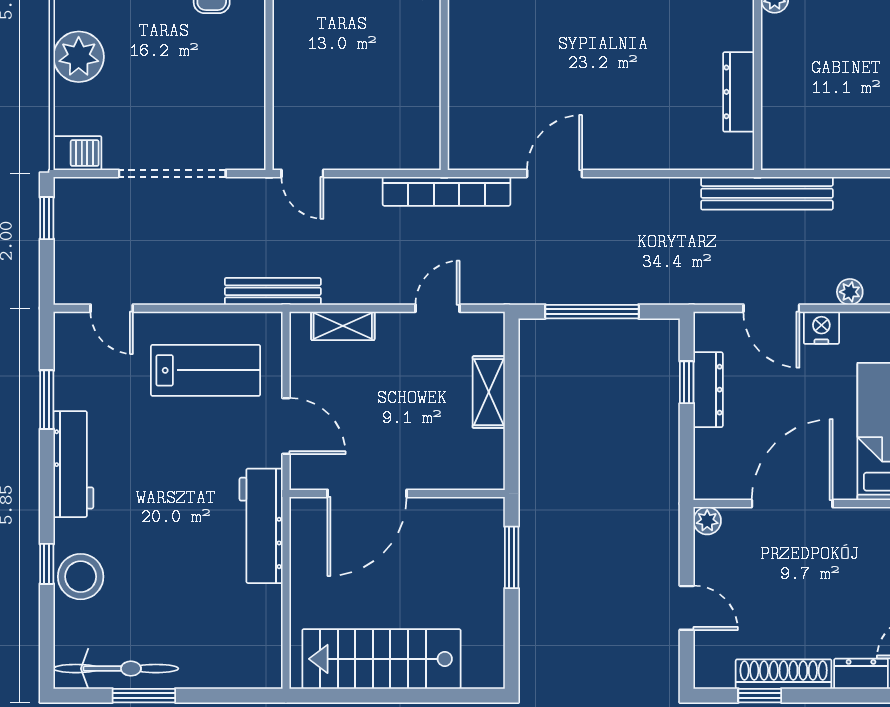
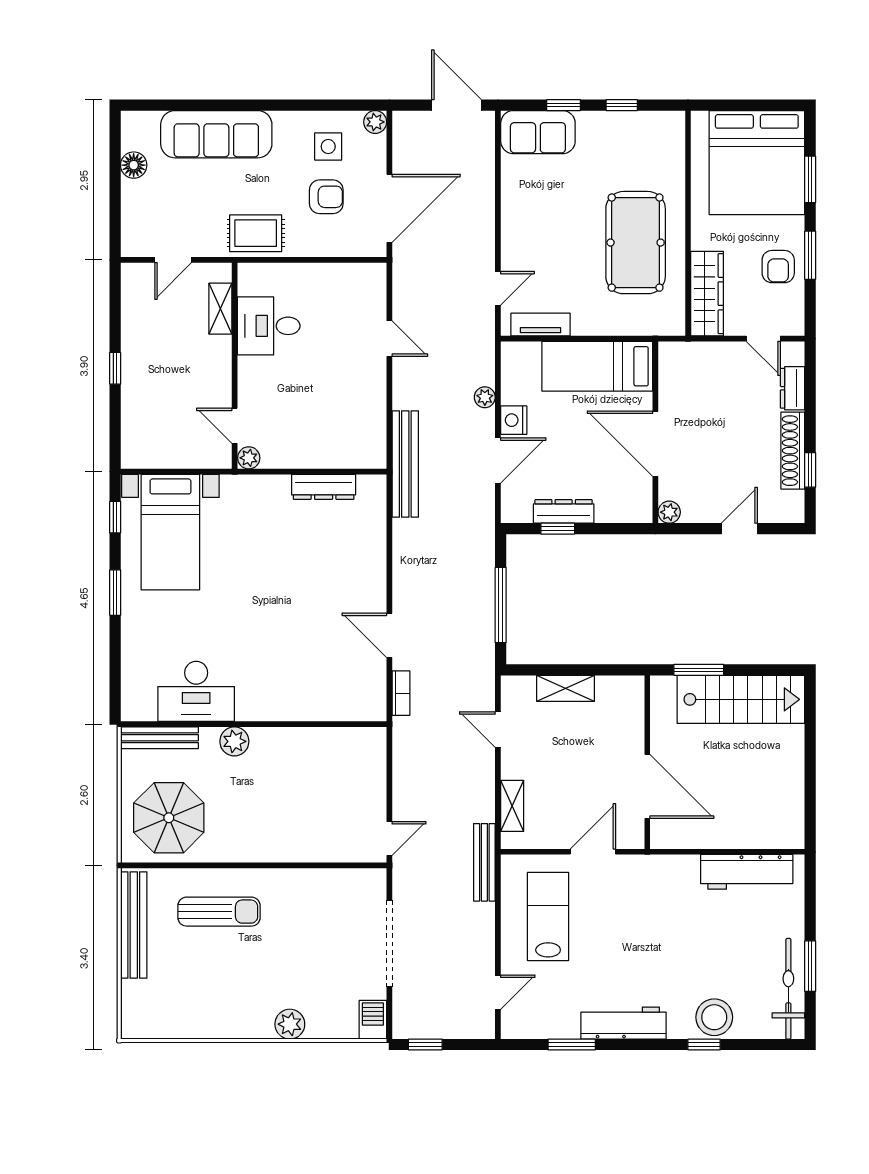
plant: (79, 57) -> (290, 1024), width x0.73, depth x0.73
bookcase: (446, 191) -> (401, 693), width x0.43, depth x0.76
workbench: (261, 526) -> (747, 872), moved
stairs: (381, 659) -> (741, 699), moved, turned -90

